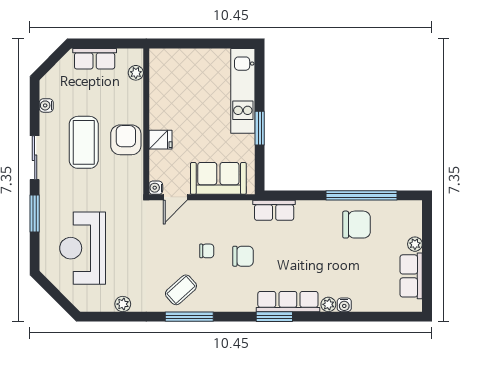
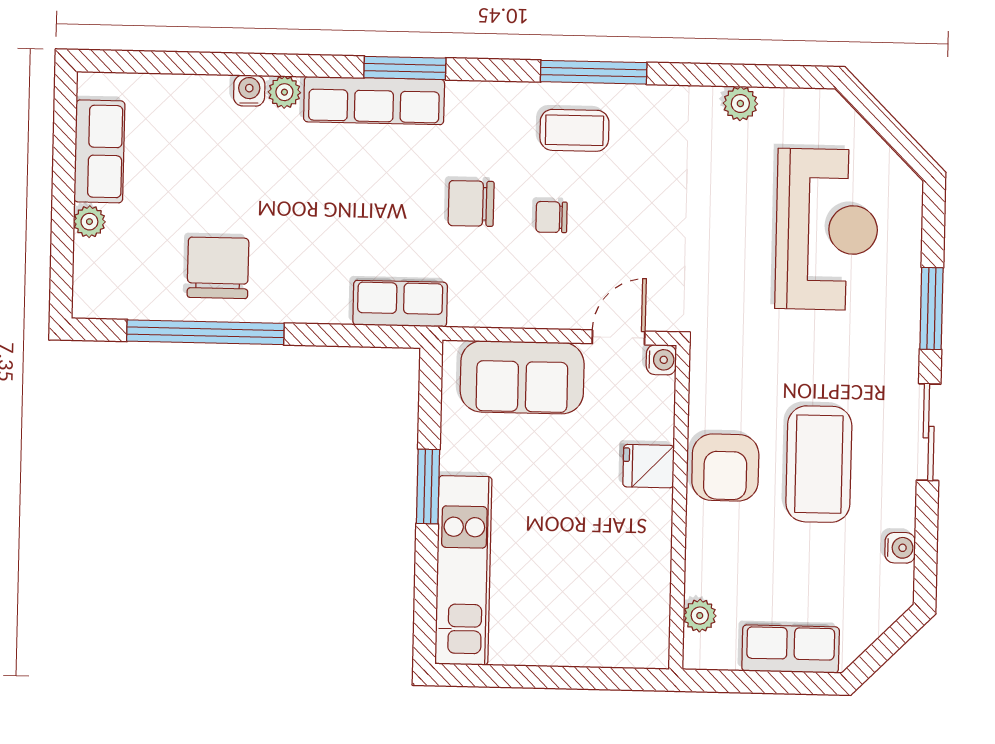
chair: (357, 225) -> (218, 268), turned 90
coffee table: (181, 290) -> (574, 130), moved, turned 42

